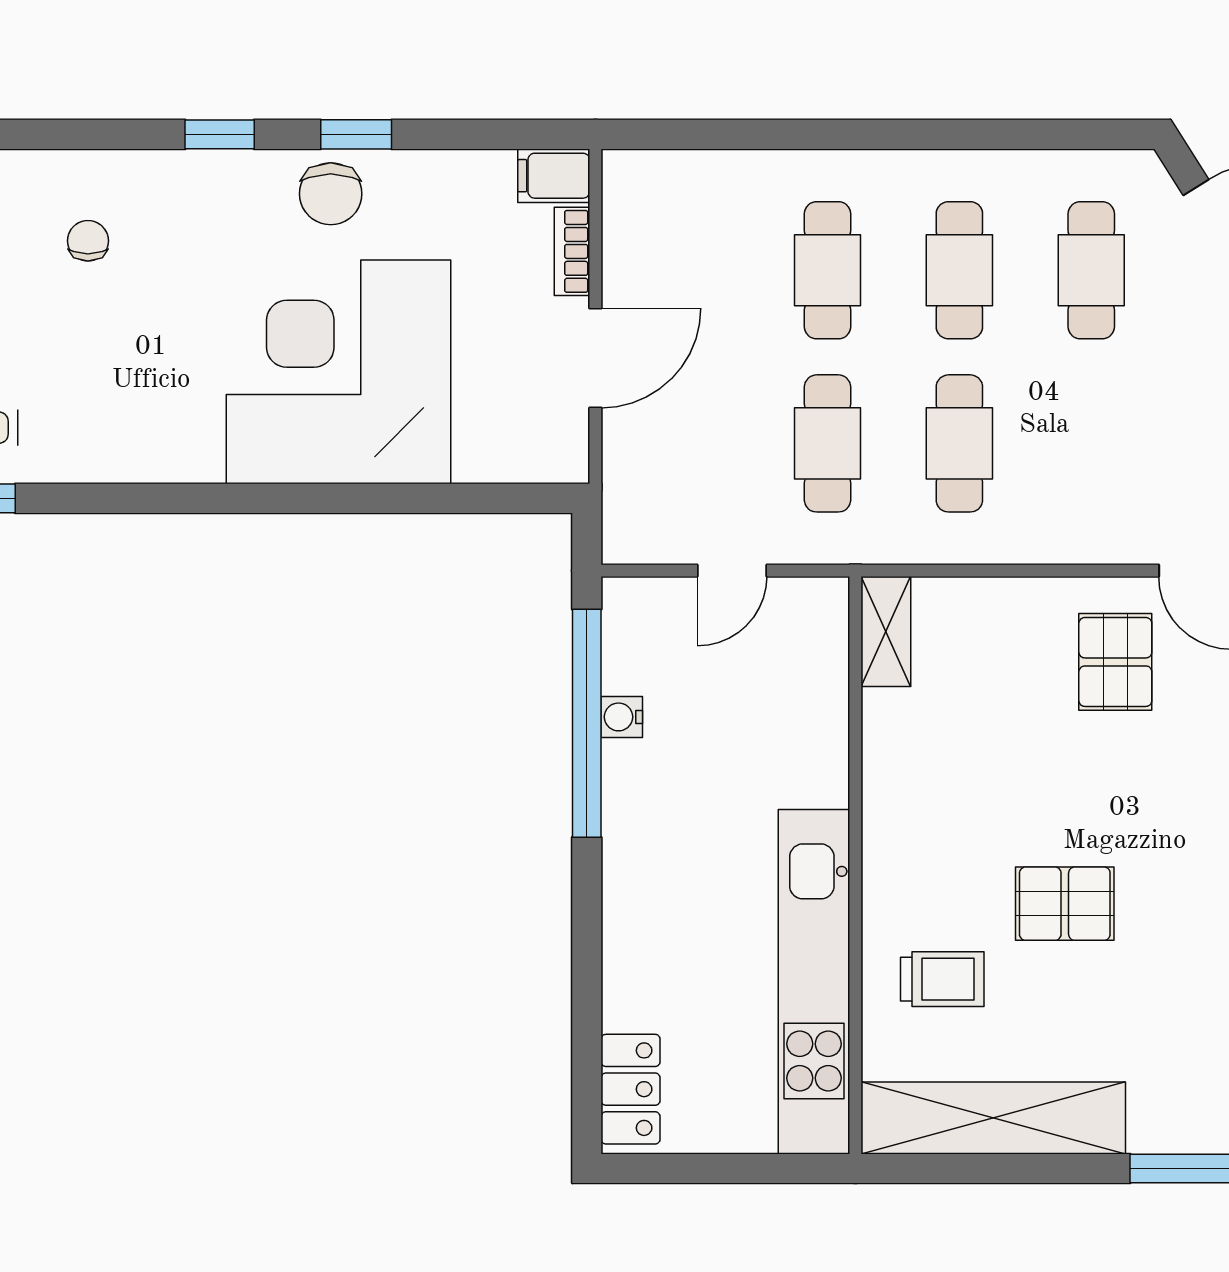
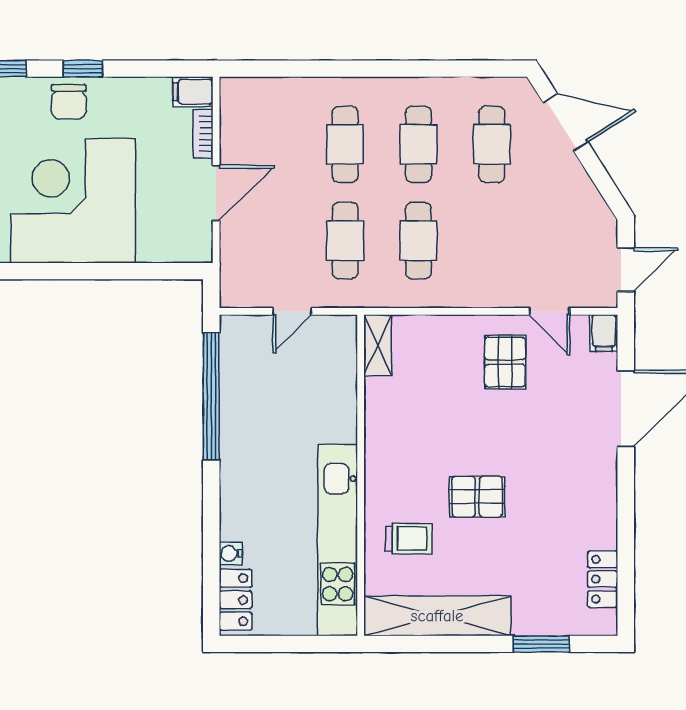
water cooler: (622, 717) -> (231, 553), moved

